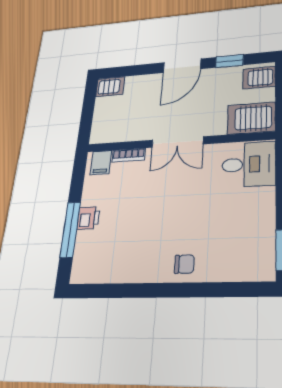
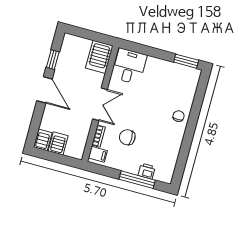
server rack: (259, 78) -> (58, 143), moved, turned 180
chair: (134, 195) -> (127, 137), added
printer: (88, 218) -> (147, 171), moved

